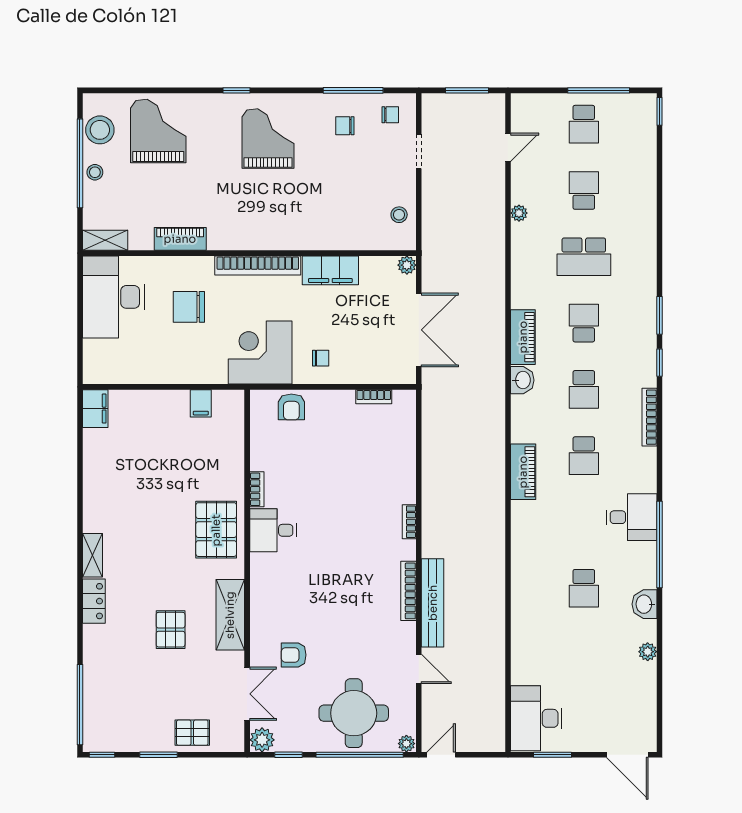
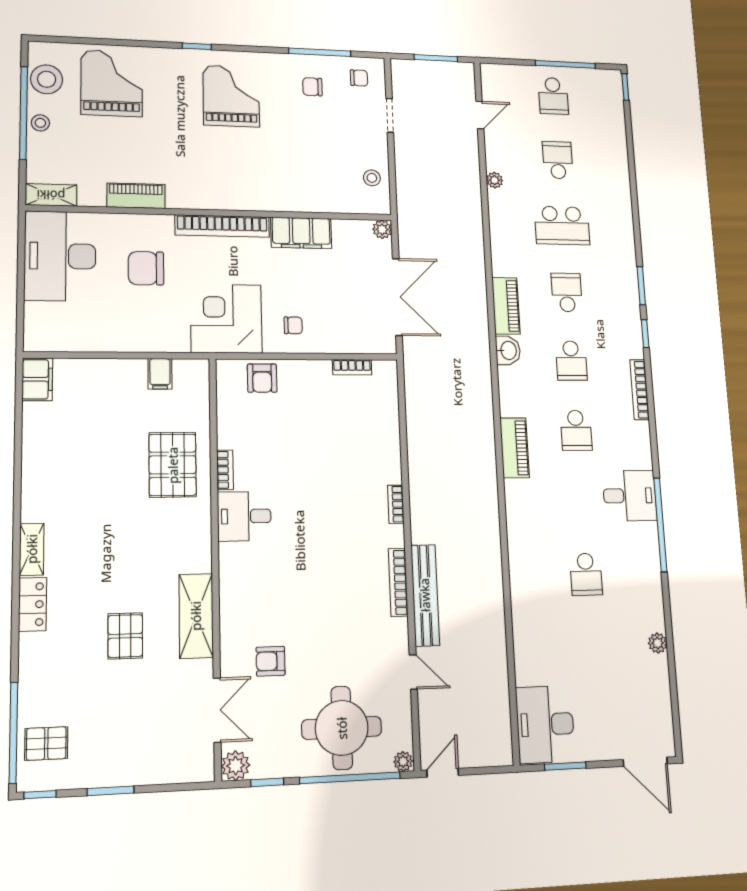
pallet: (216, 530) -> (173, 465), moved
washbasin: (645, 604) -> (650, 590), removed
pallet: (192, 733) -> (46, 743), moved

